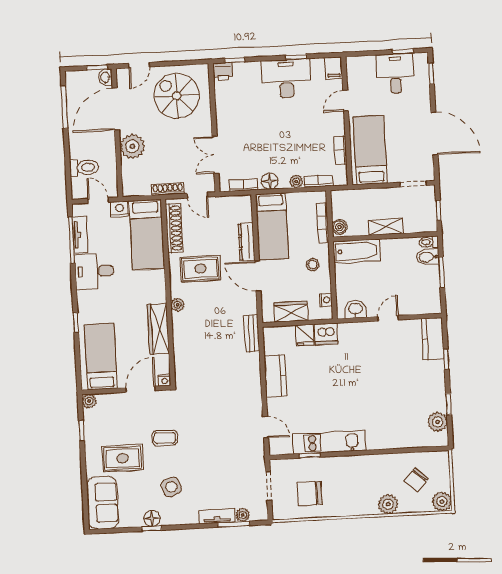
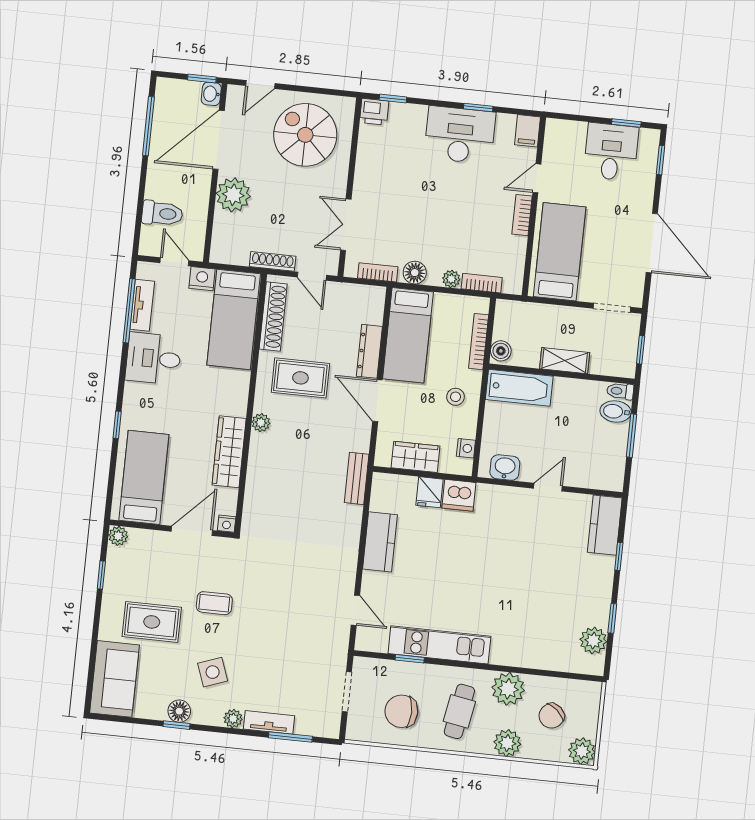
bookcase: (340, 150) -> (522, 215), moved
plant: (383, 466) -> (508, 689), added
cafe table: (351, 487) -> (459, 711), added
plant: (243, 515) -> (233, 719), moved

